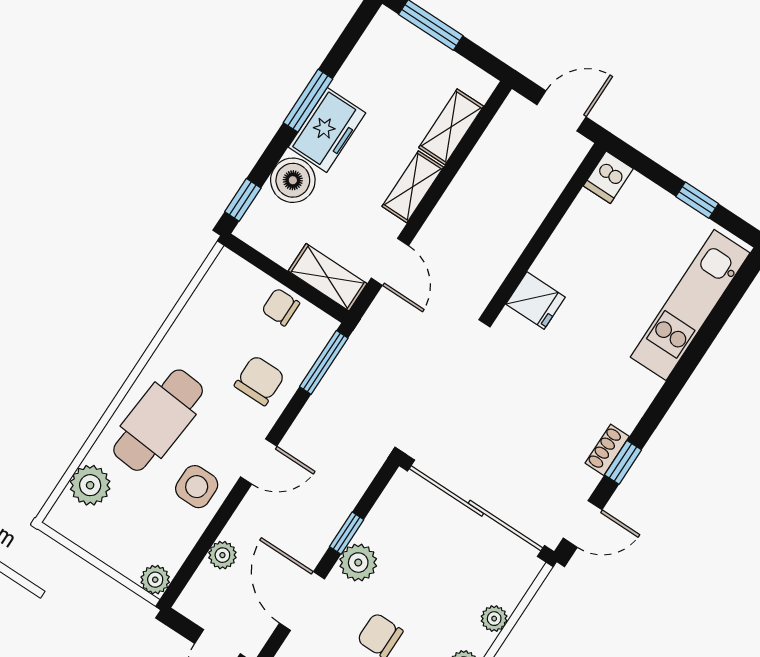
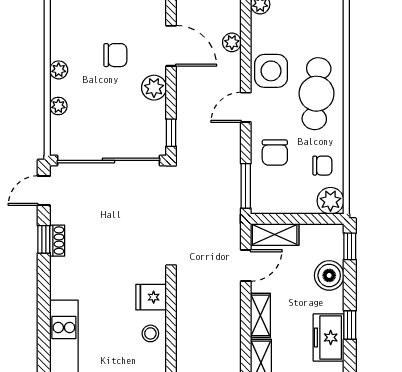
window: (308, 101) -> (350, 325), width x0.67
freezer: (327, 130) -> (329, 337), moved
stool: (567, 255) -> (150, 333), added
door: (390, 262) -> (246, 266), swing flipped
chair: (281, 307) -> (322, 166), moved
plant: (90, 485) -> (330, 201), moved
side table: (197, 487) -> (271, 71), width x1.37, depth x1.37
window: (347, 533) -> (171, 133), moved

